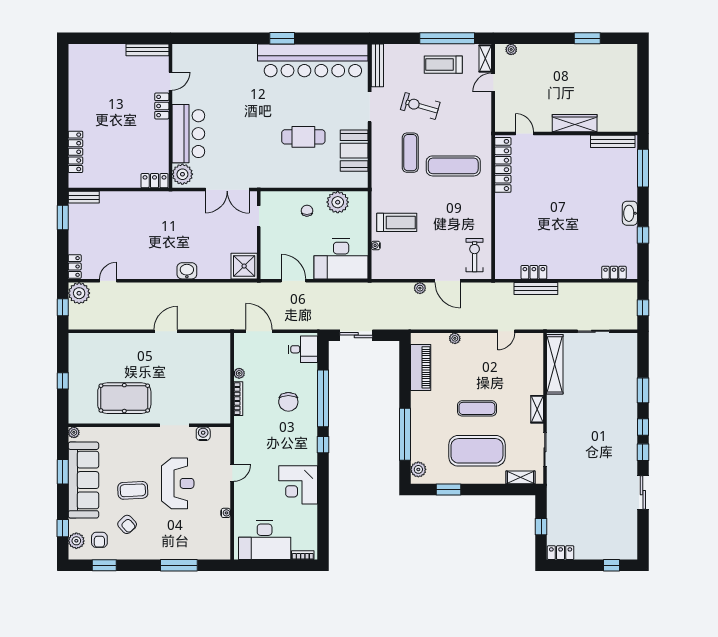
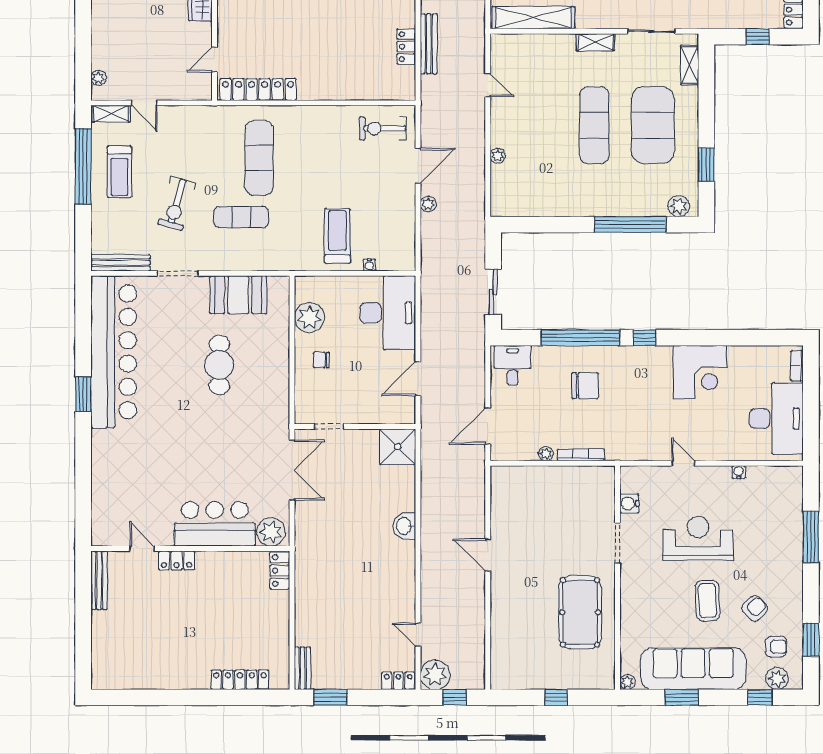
piano: (421, 367) -> (538, 203), removed
exercise mat: (477, 408) -> (594, 125), width x1.36, depth x1.45

